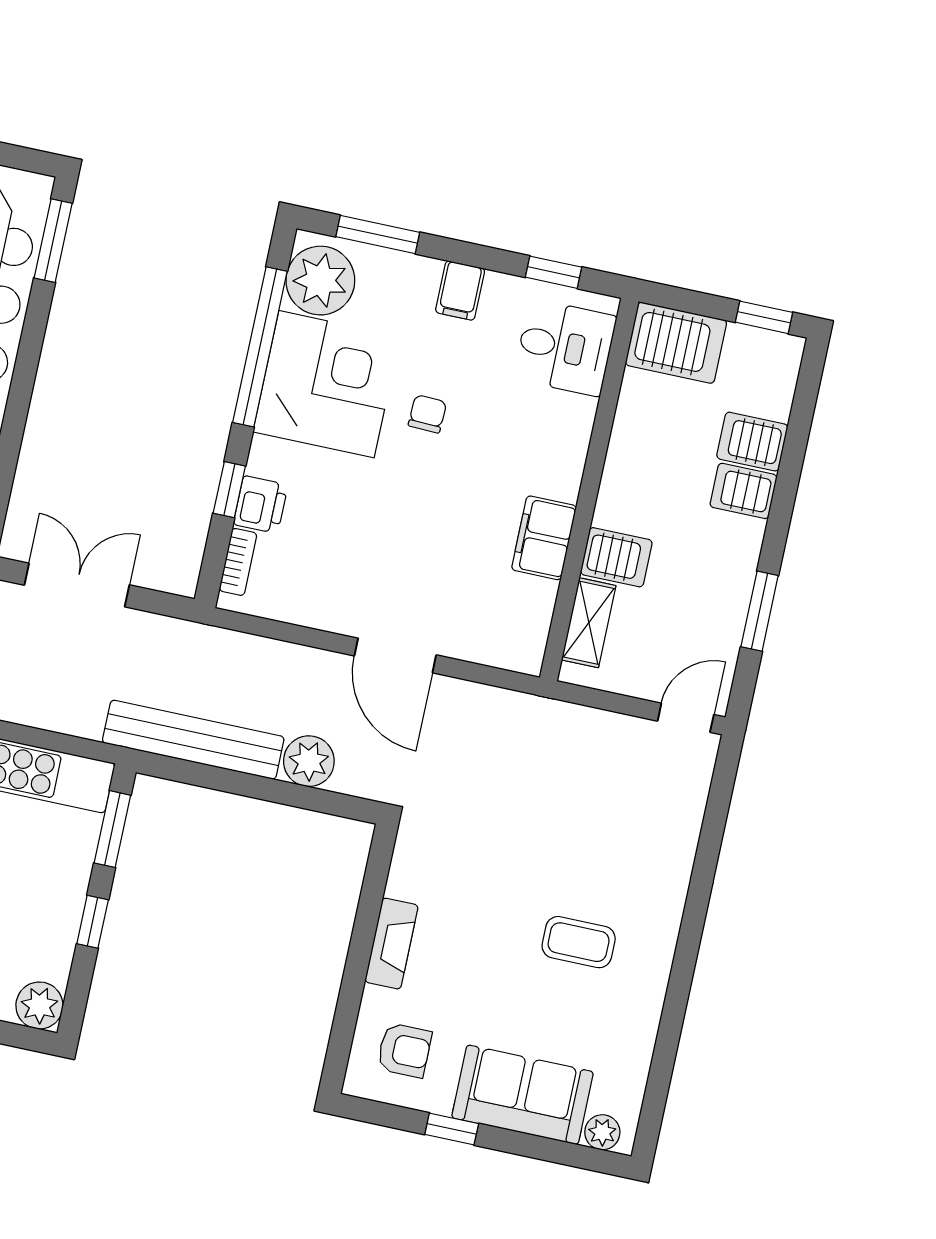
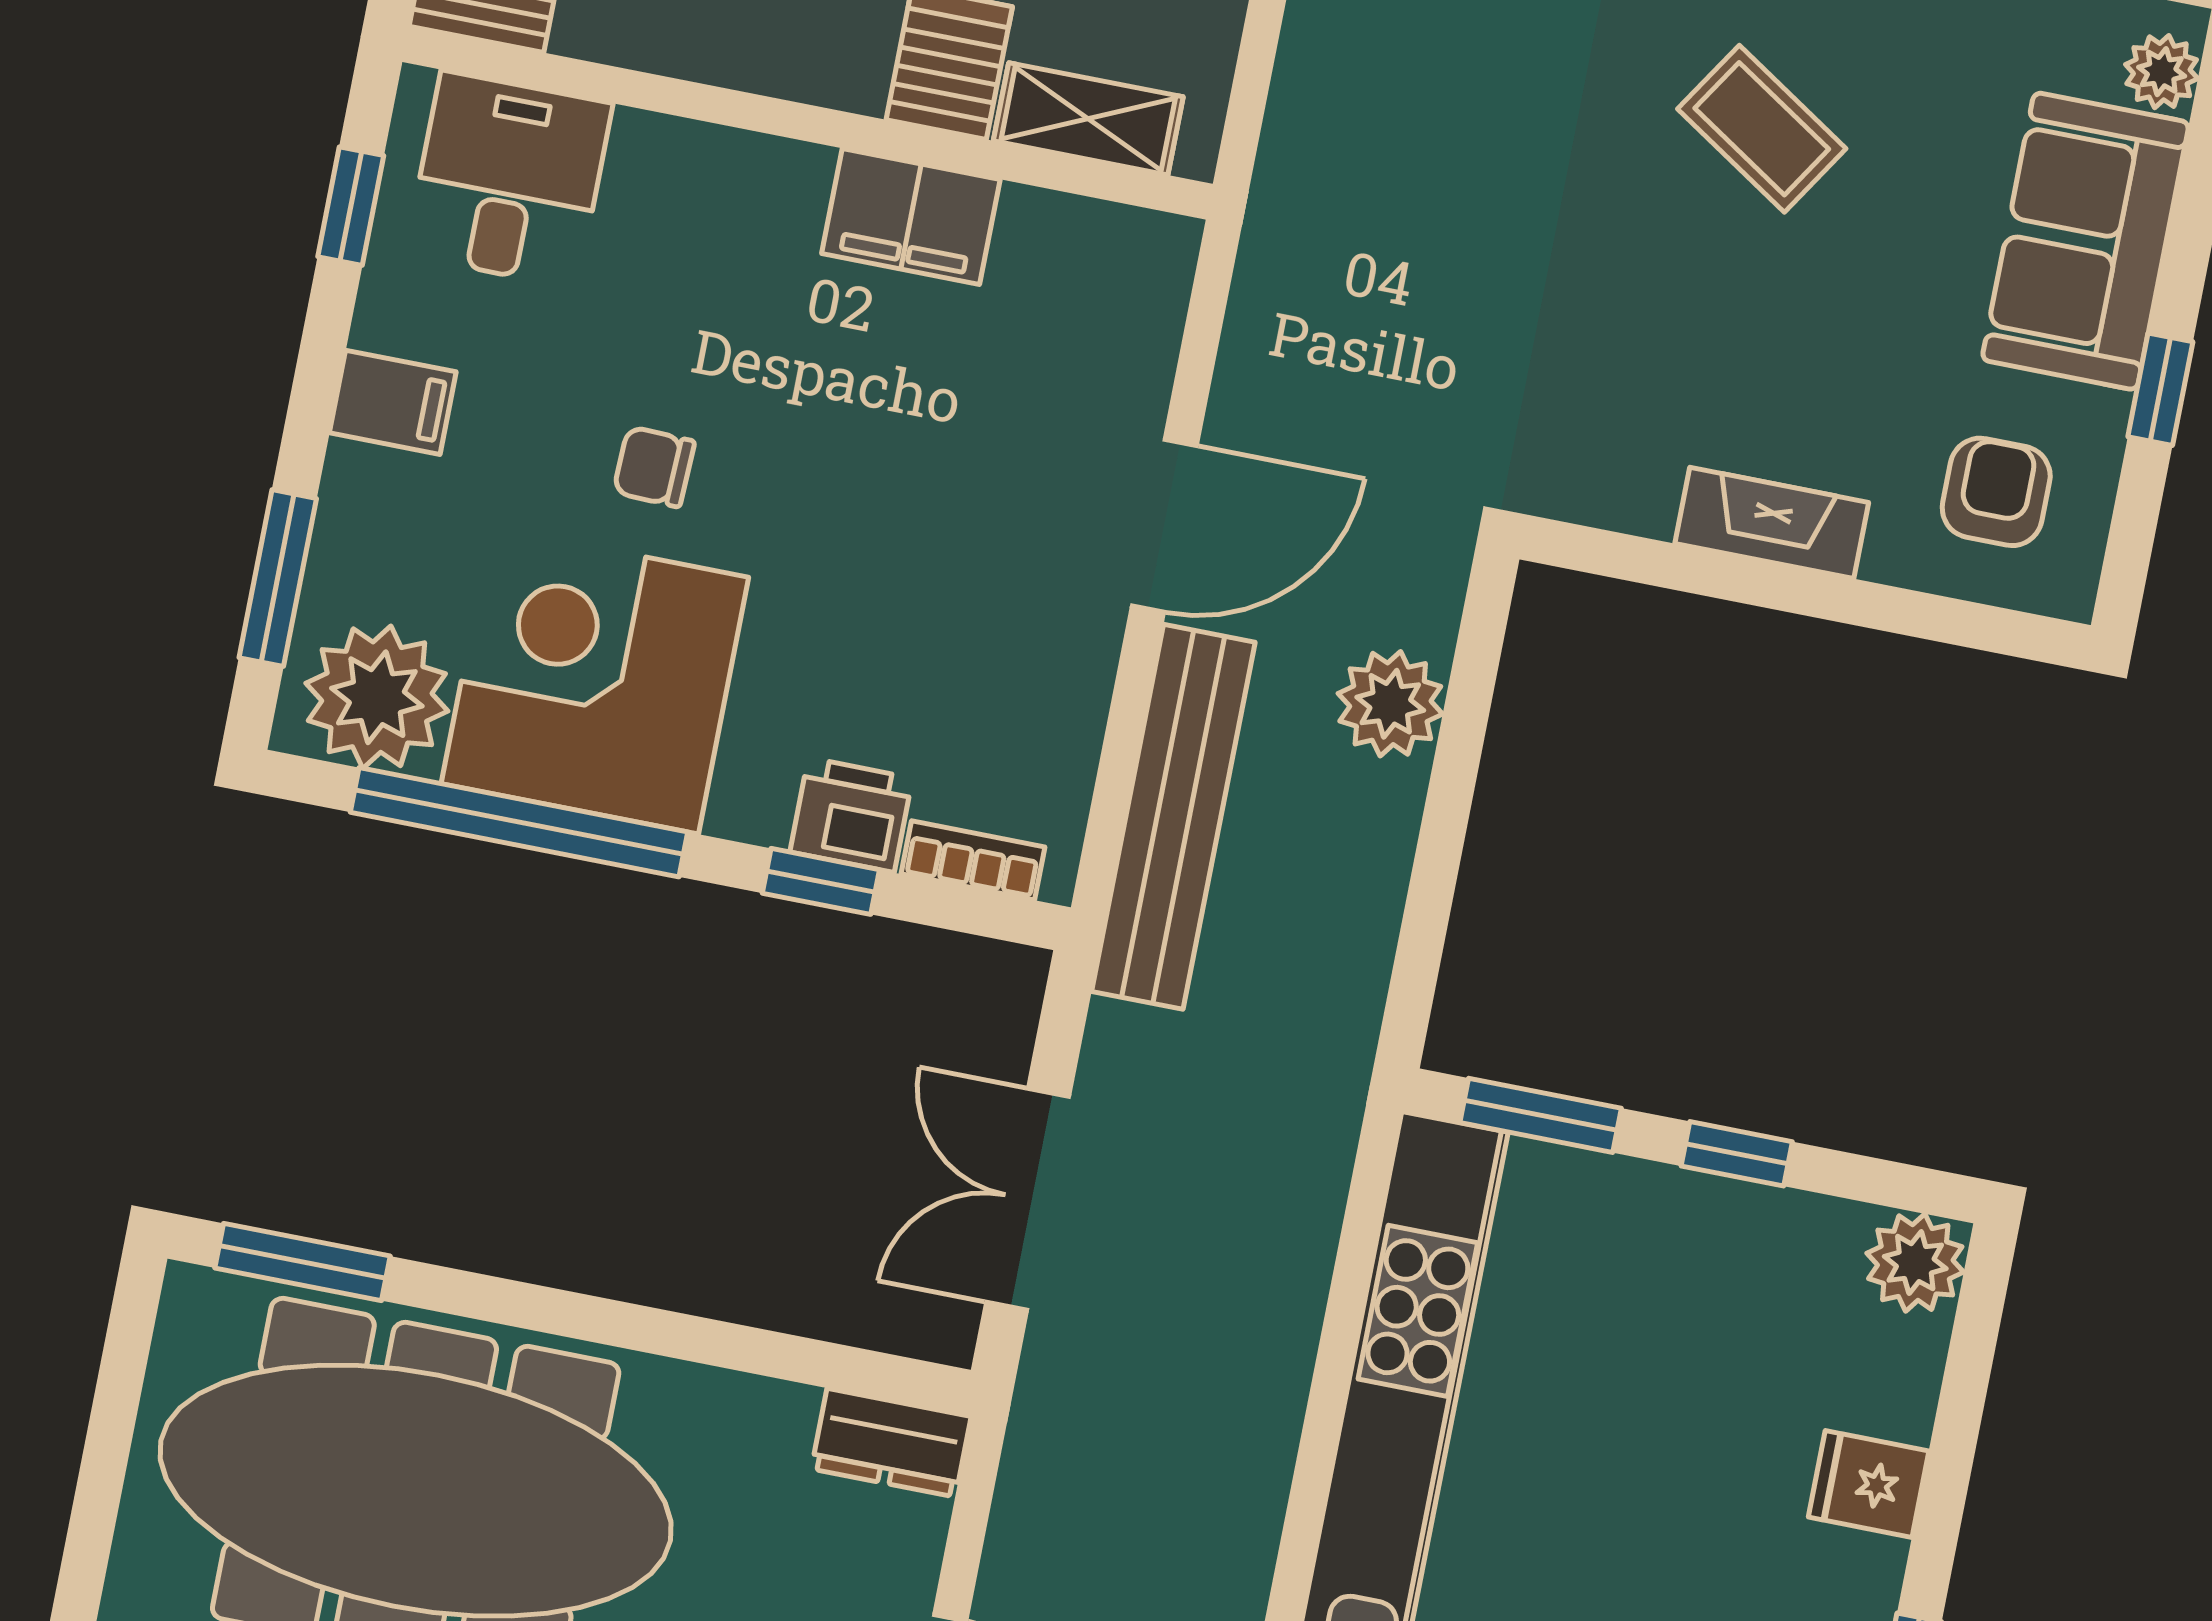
bench: (193, 740) -> (1173, 817), moved
coffee table: (579, 942) -> (1762, 129), turned -57

